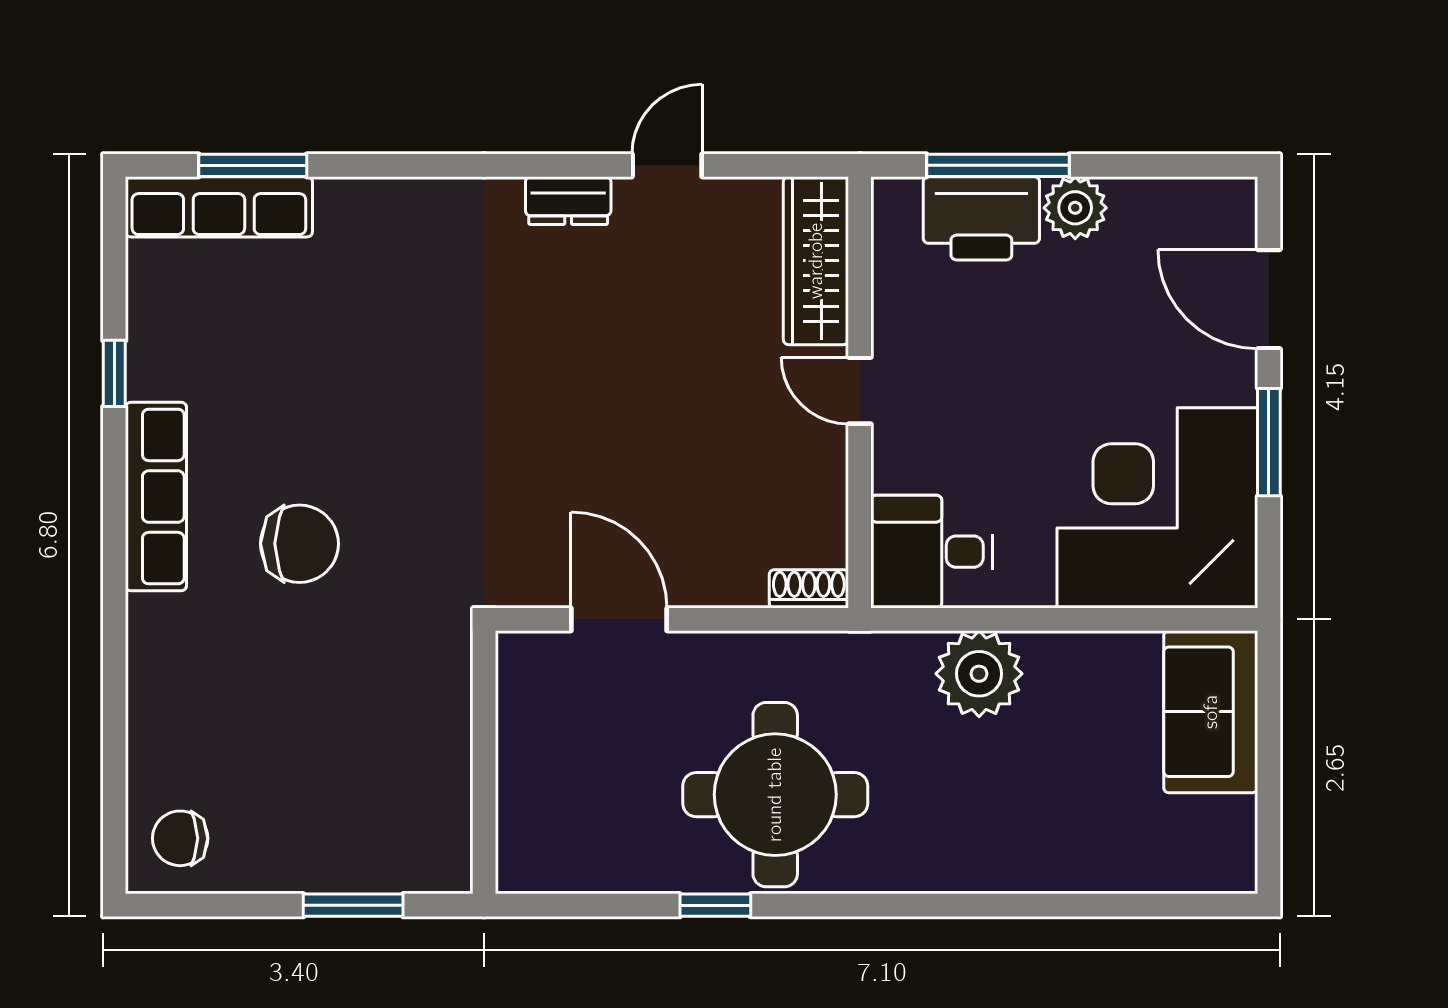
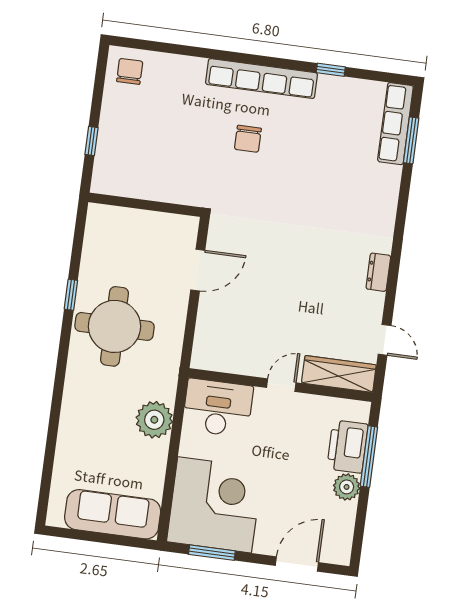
door: (667, 165) -> (385, 340), moved
window: (1269, 442) -> (212, 553), moved
row of seats: (156, 497) -> (262, 79), width x1.36
chair: (300, 544) -> (248, 139), width x0.73, depth x0.73
desk: (932, 552) -> (218, 408), width x1.37
shoe rack: (809, 589) -> (200, 352), removed
sofa: (1211, 712) -> (113, 514), width x1.36
window: (353, 905) -> (91, 141), width x0.67

